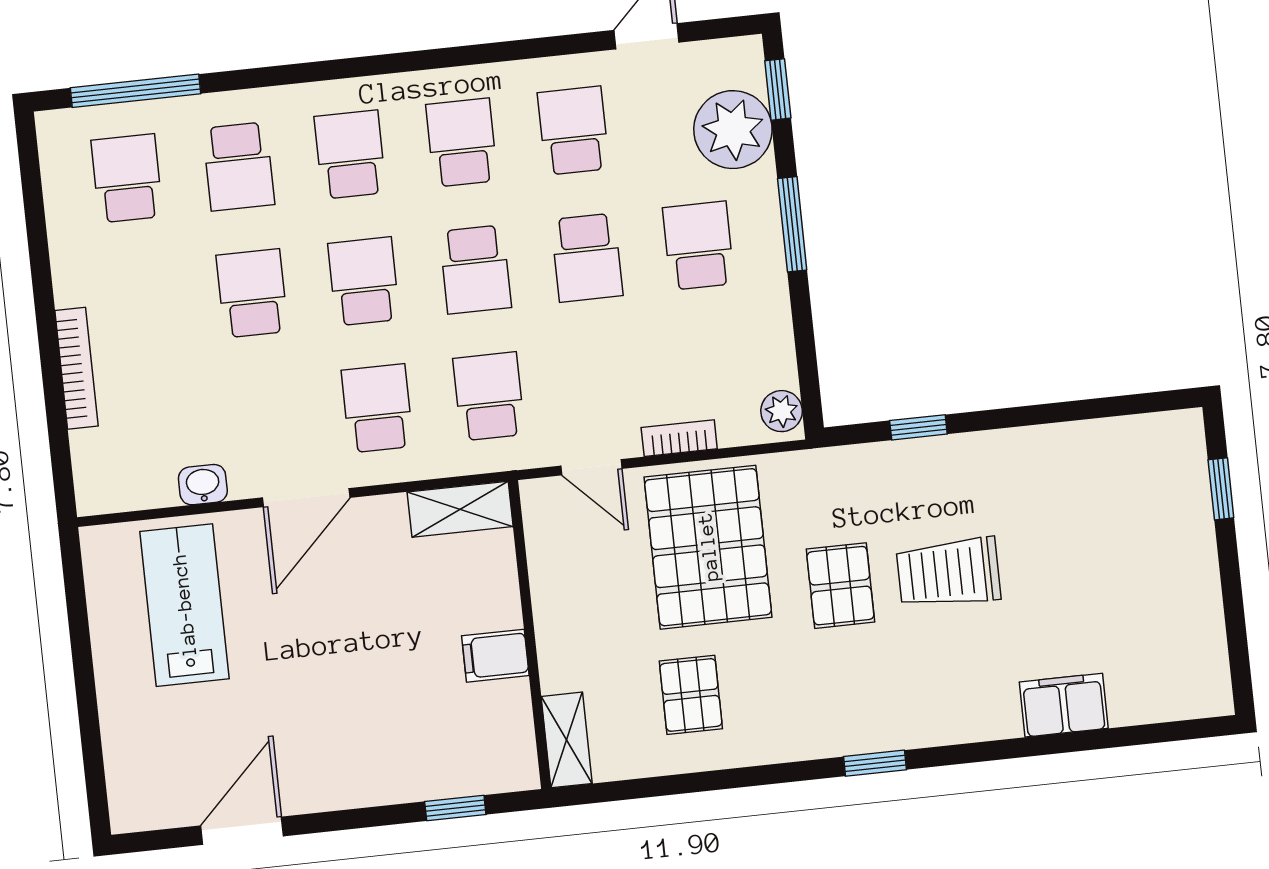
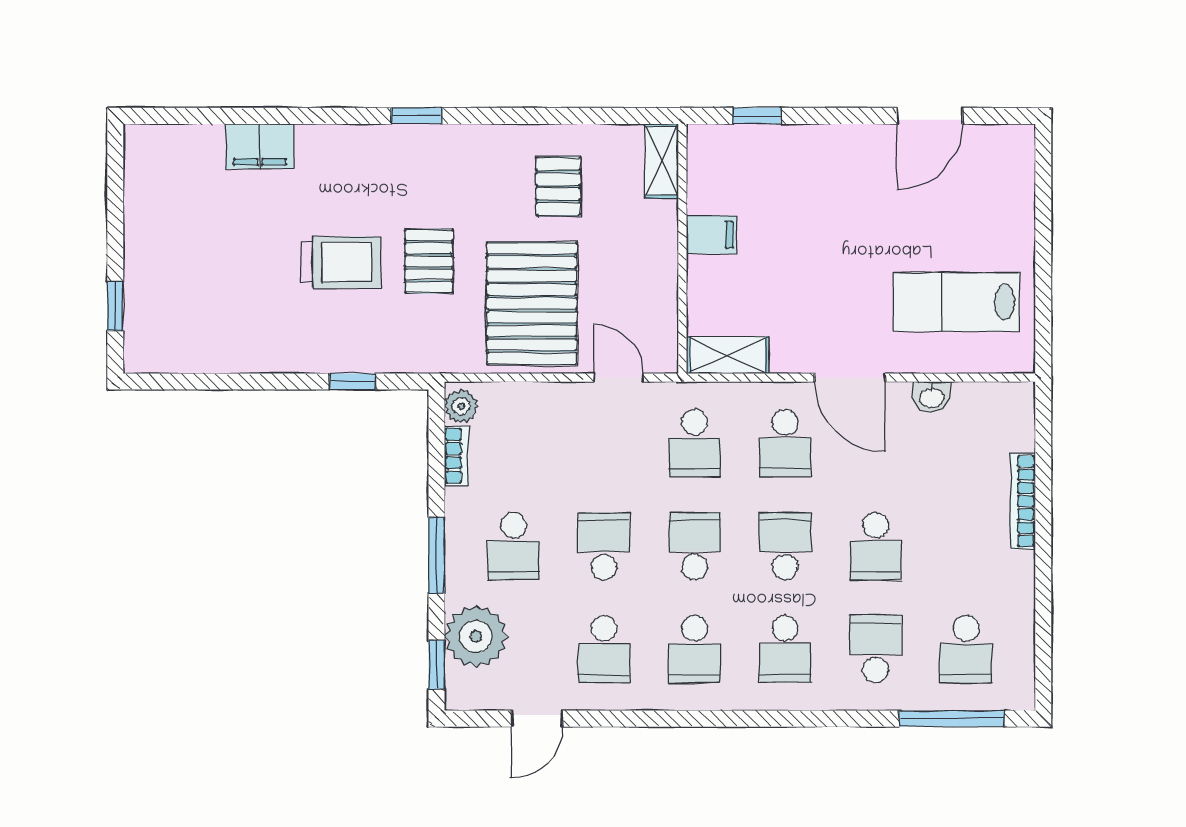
school desk: (364, 281) -> (785, 546), turned 180
bookcase: (679, 438) -> (456, 456), moved, turned -90
door: (306, 498) -> (850, 378), swing flipped
lab bench: (184, 605) -> (957, 302), turned 90

